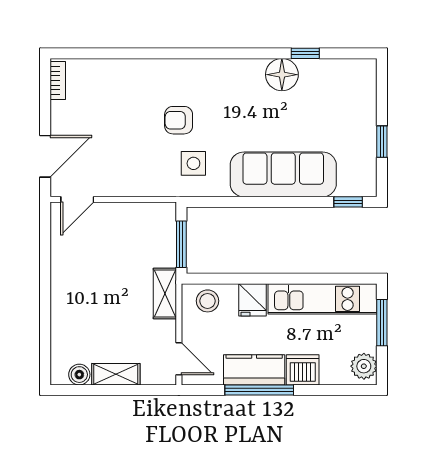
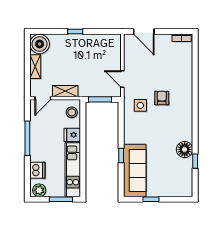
sofa: (283, 174) -> (135, 170), moved
door: (77, 199) -> (122, 79), moved
window: (348, 202) -> (121, 155), moved
window: (45, 294) -> (75, 32), added
shelving: (165, 294) -> (65, 91), moved
kitchen counter: (254, 370) -> (37, 136), removed
dishwasher: (303, 370) -> (37, 170), moved
boiler: (79, 375) -> (40, 44), width x1.86, depth x1.86

